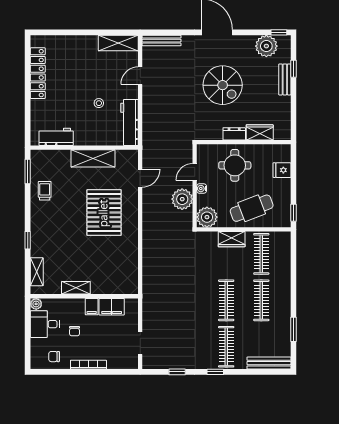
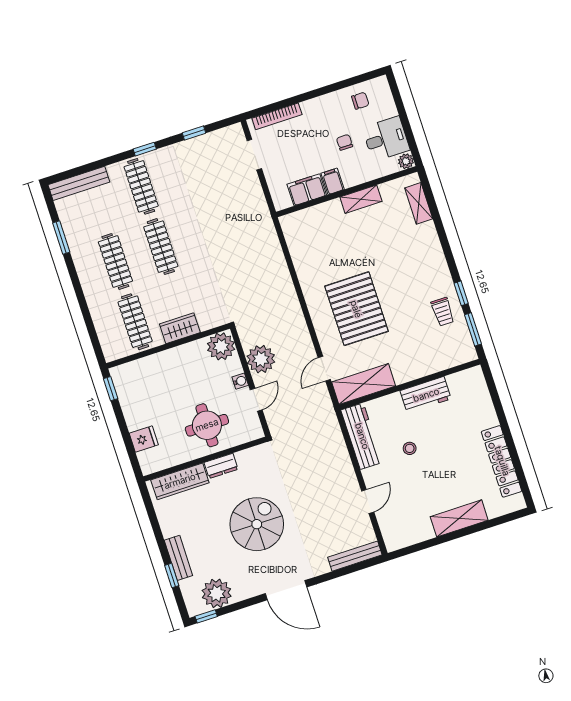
shelving: (118, 43) -> (459, 518), moved
spiral stairs: (223, 85) -> (257, 524), turned 90
wardrobe: (260, 132) -> (180, 481), width x1.50
workbench: (56, 137) -> (426, 395), moved
shelving: (93, 158) -> (364, 384), moved
cafe table: (252, 208) -> (167, 377), removed
window: (28, 240) -> (461, 293), moved
bookcase: (88, 365) -> (277, 116), moved

